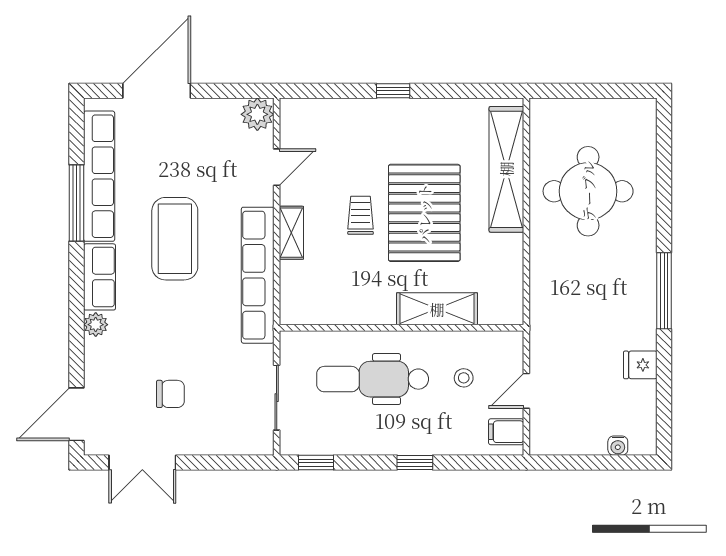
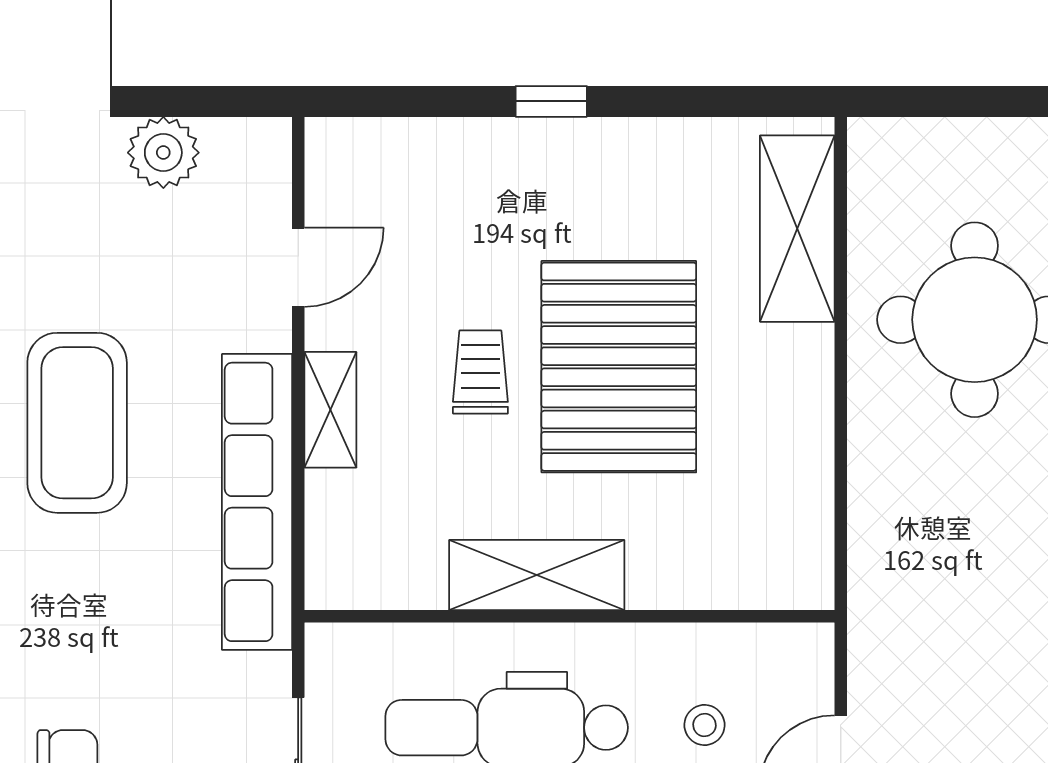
plant: (257, 114) -> (163, 153), moved
shelving: (506, 169) -> (797, 229), width x0.68
shelving: (437, 309) -> (537, 575), moved

